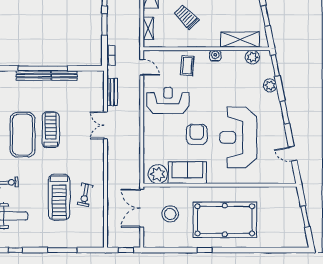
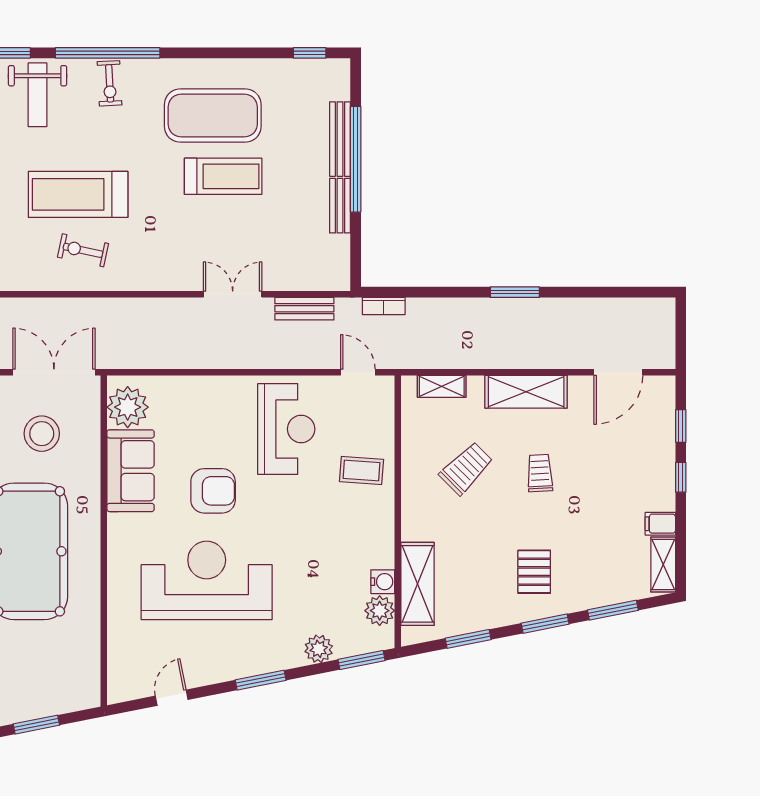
window: (105, 24) -> (451, 292), removed
water cooler: (215, 56) -> (383, 582), moved
door: (142, 67) -> (358, 372), swing flipped

